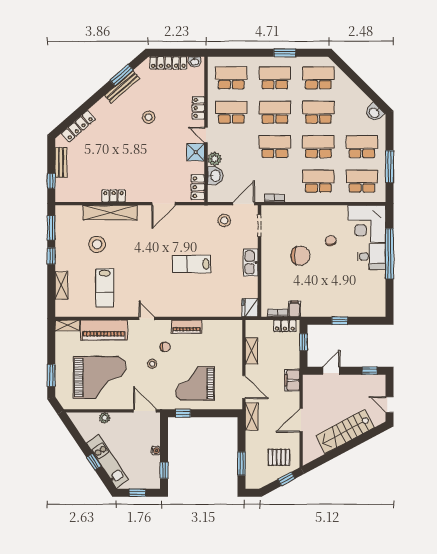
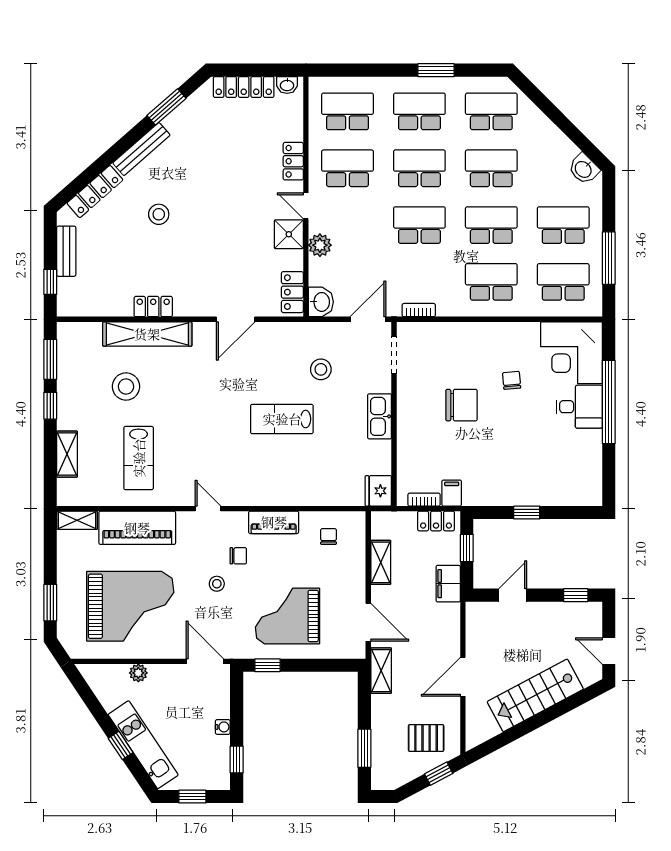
bench: (122, 87) -> (141, 149), moved
stool: (149, 117) -> (159, 214), moved
washbasin: (215, 176) -> (321, 302), moved
stool: (224, 220) -> (321, 369), moved
chair: (220, 335) -> (329, 536), added
filing cabinet: (292, 380) -> (448, 584), moved

